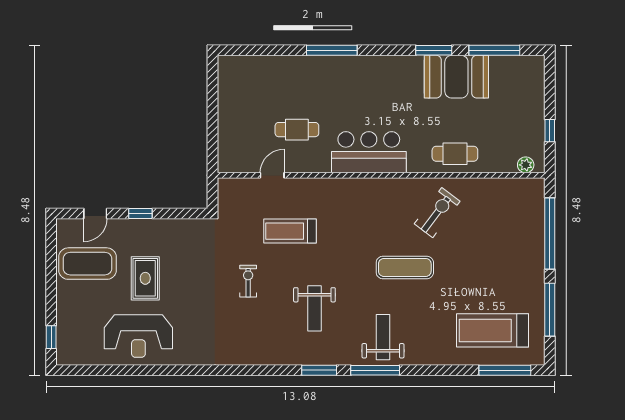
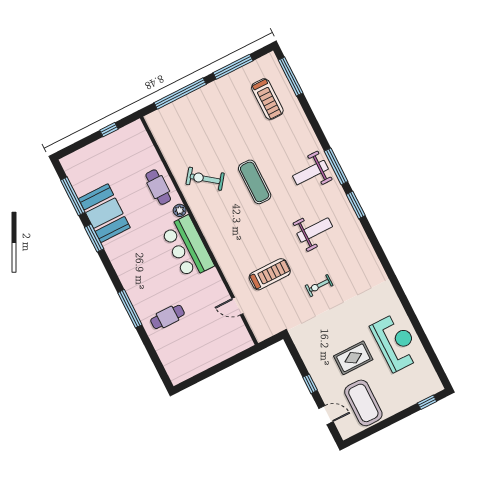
cafe table: (297, 130) -> (168, 317), moved, turned 90
plant: (526, 165) -> (180, 210), moved
treadmill: (290, 231) -> (270, 274), turned -90
treadmill: (492, 330) -> (267, 99), width x0.73, depth x0.73

